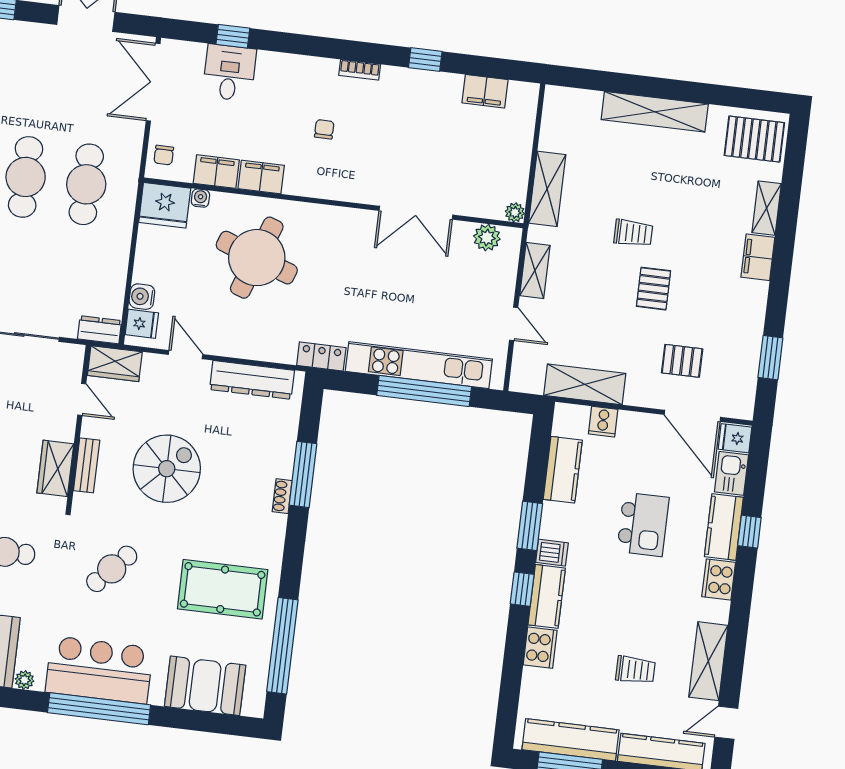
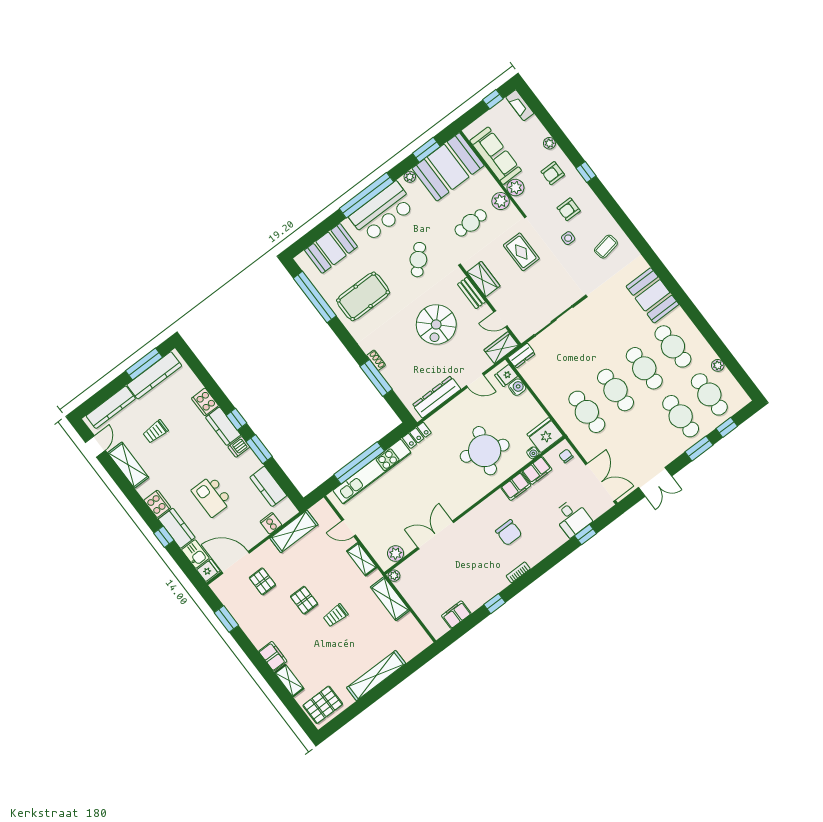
chair: (324, 129) -> (509, 533), width x1.87, depth x1.87
pallet: (682, 361) -> (262, 581), turned 90

